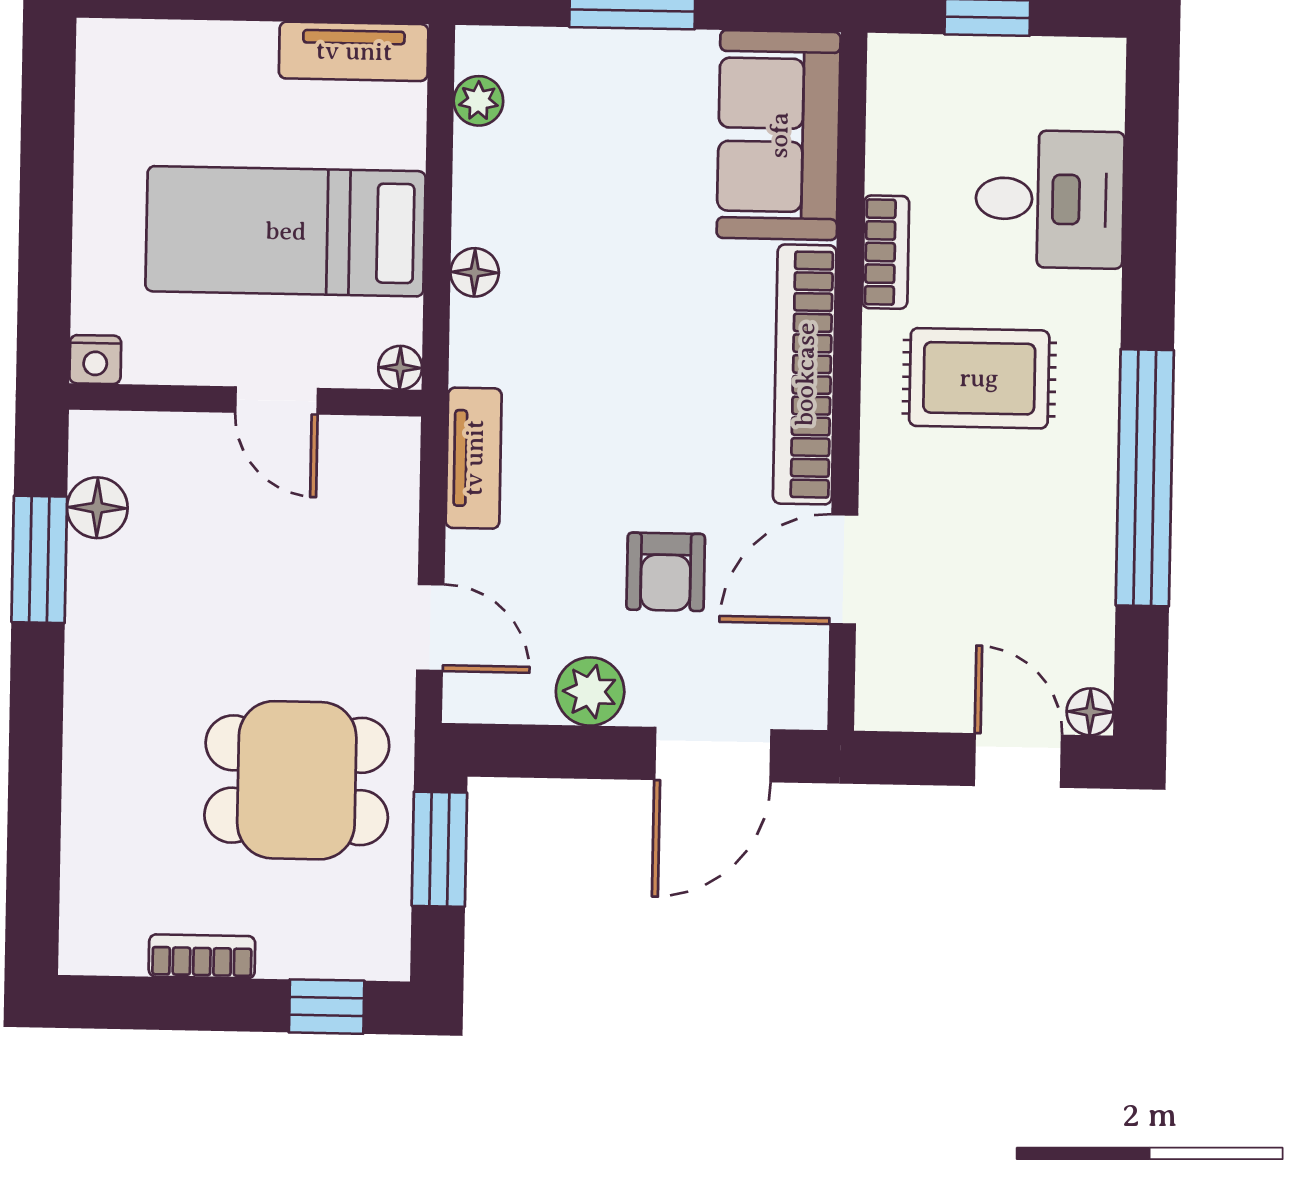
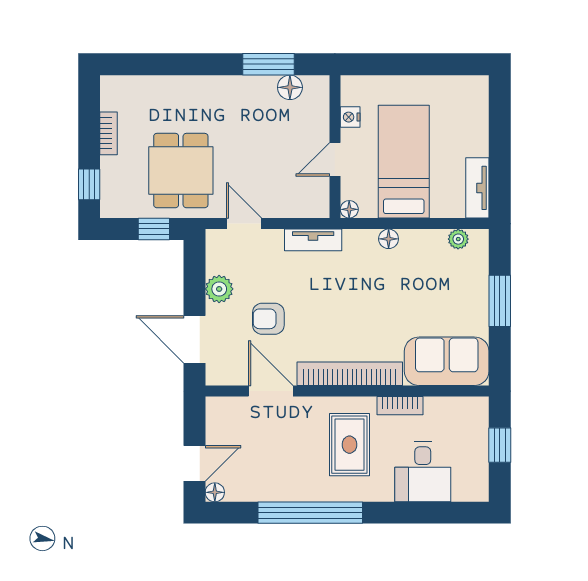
nightstand: (95, 360) -> (350, 117), moved
door: (430, 628) -> (244, 224), swing flipped
window: (439, 849) -> (154, 229), width x0.67

